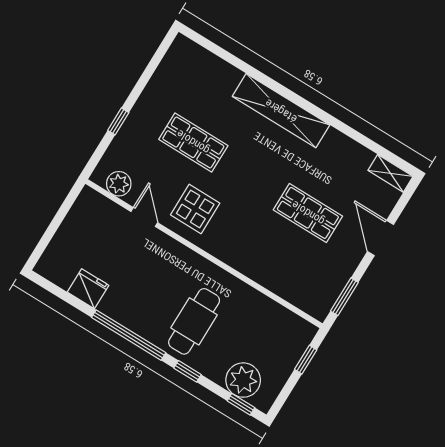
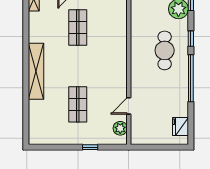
display table: (195, 209) -> (110, 84), removed
fridge: (88, 289) -> (180, 127), moved
cafe table: (194, 321) -> (165, 50), turned 90

